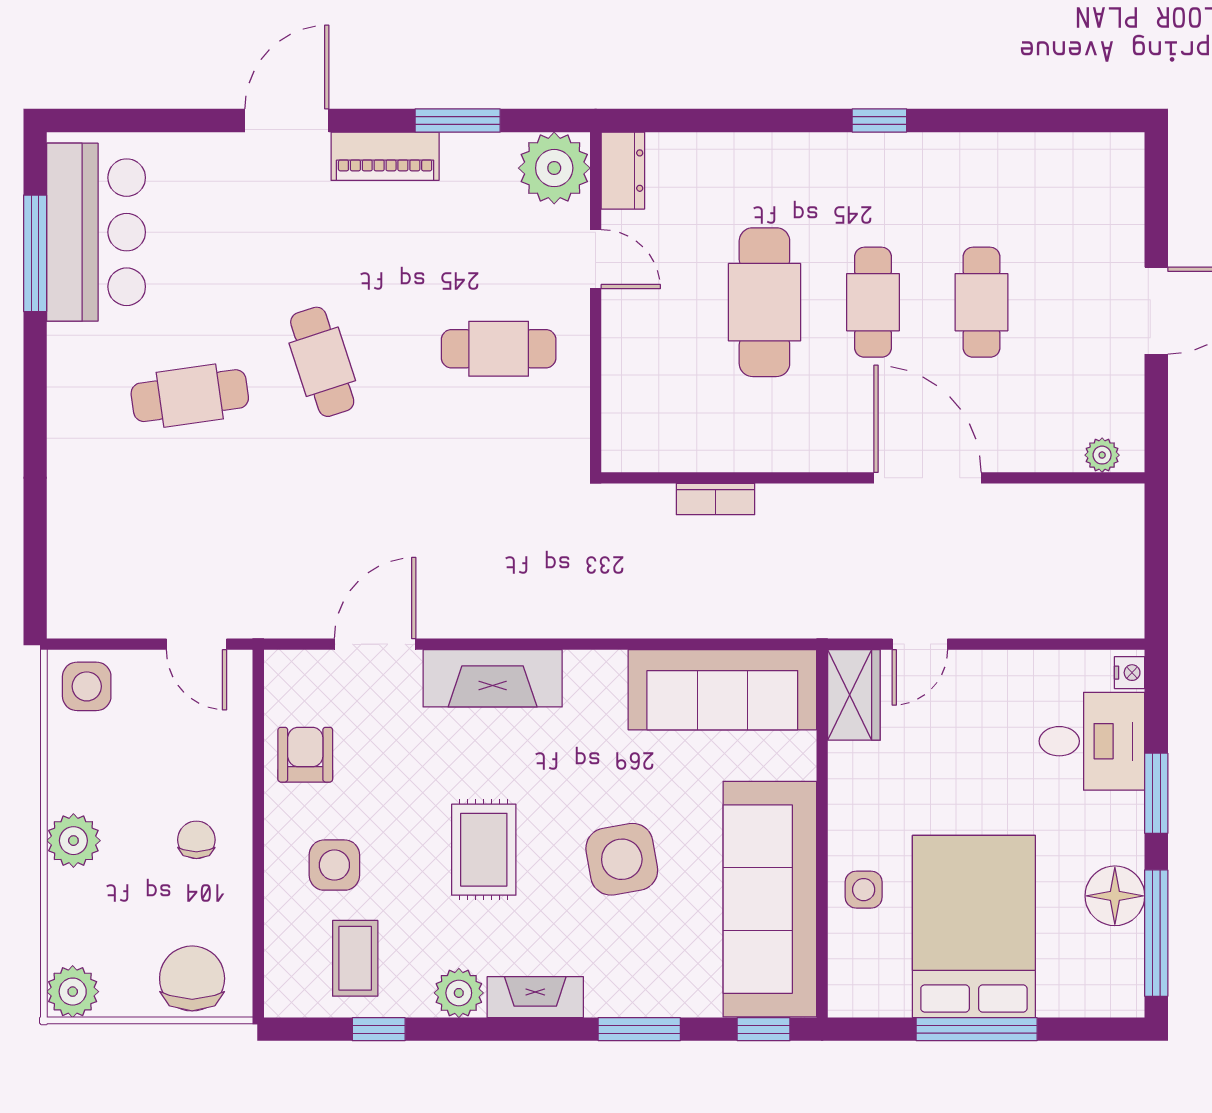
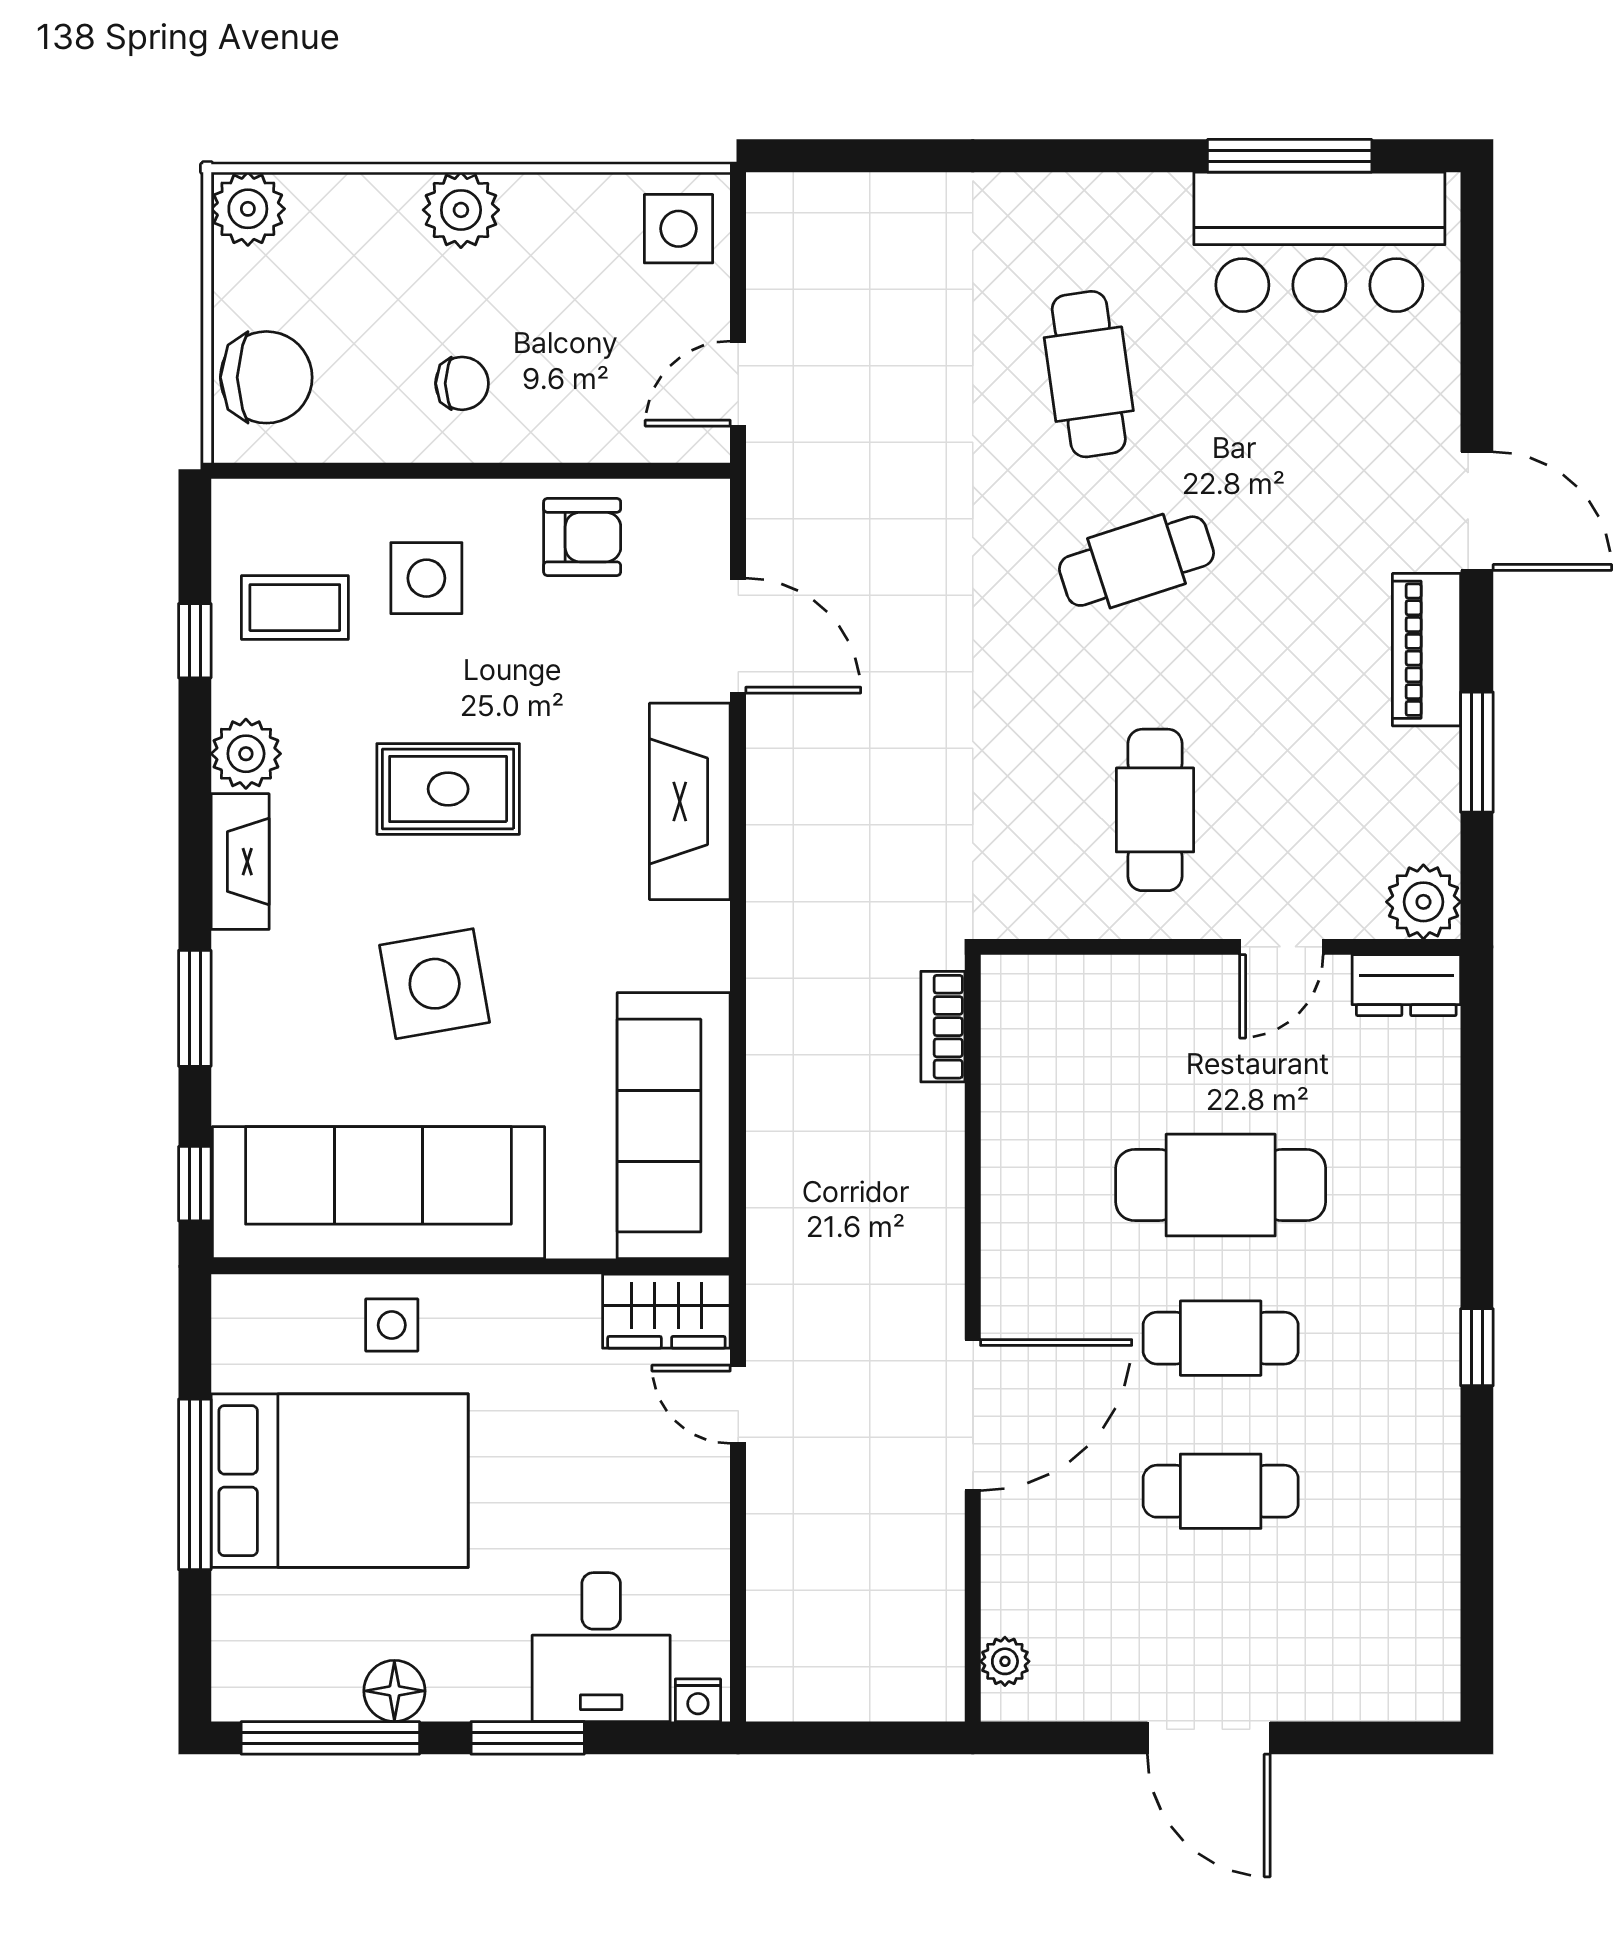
plant: (554, 168) -> (1423, 902), width x0.73, depth x0.73
bookcase: (715, 499) -> (943, 1027), moved
floor lamp: (1115, 896) -> (394, 1691), width x0.73, depth x0.73

